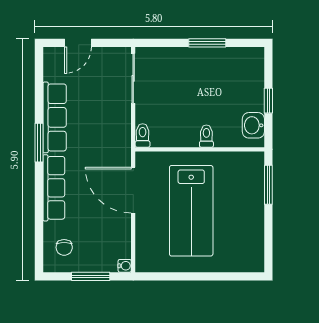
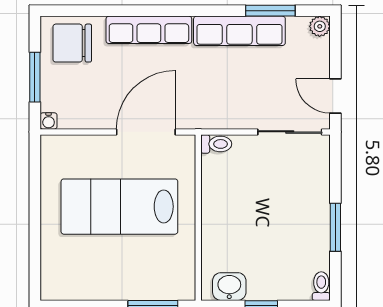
door: (78, 43) -> (335, 96), moved
plant: (51, 55) -> (320, 26), added
toilet: (206, 136) -> (321, 286), moved, turned -90
window: (39, 143) -> (270, 11), moved
chair: (64, 247) -> (72, 43), width x1.87, depth x1.87

